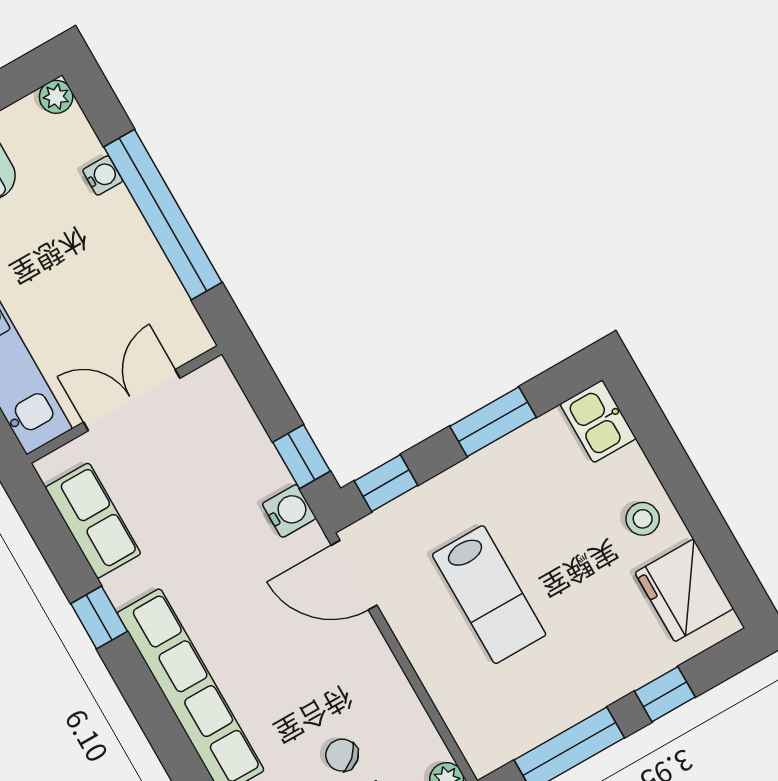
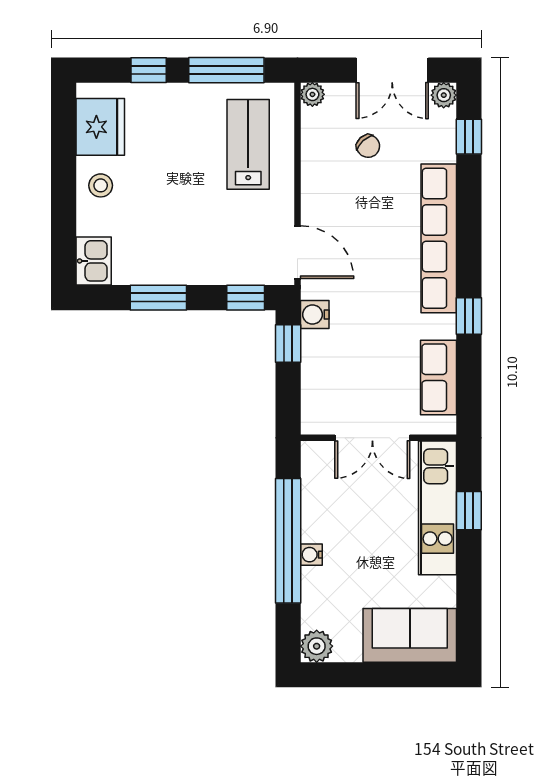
plant: (56, 97) -> (317, 646), width x1.38, depth x1.38
water cooler: (103, 176) -> (311, 555), moved
lab bench: (489, 595) -> (248, 144), moved

